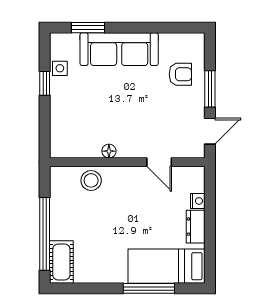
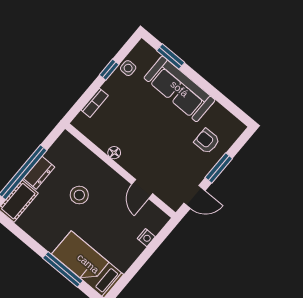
armchair: (180, 74) -> (207, 141), turned 180
bookcase: (56, 122) -> (95, 103), added
stool: (91, 180) -> (79, 195), moved
dresser: (196, 227) -> (39, 173), moved, turned 180

